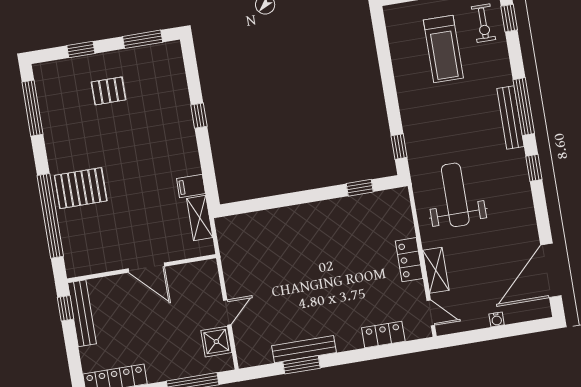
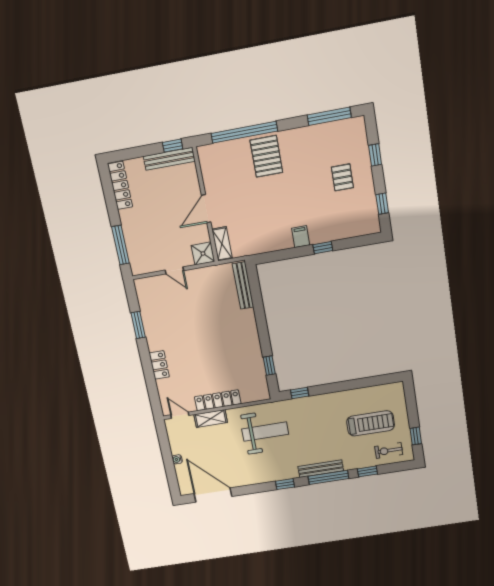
window: (509, 18) -> (367, 471), moved
window: (143, 39) -> (382, 204), width x0.67
treadmill: (443, 49) -> (371, 423), turned 180
filing cabinet: (191, 186) -> (301, 237), moved
shelving: (200, 218) -> (222, 244), moved, turned 90
locker: (409, 260) -> (218, 400), width x1.53
door: (431, 313) -> (180, 415), swing flipped
locker: (383, 334) -> (159, 365), moved
shower: (216, 342) -> (203, 254), moved
bench: (304, 349) -> (243, 286), moved

